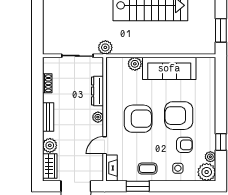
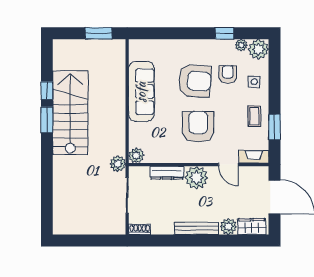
plant: (135, 64) -> (136, 156), moved
shoe rack: (47, 83) -> (140, 229), moved
armchair: (179, 116) -> (195, 81), turned -86
bench: (48, 117) -> (196, 228), width x1.36
plant: (98, 117) -> (196, 178), width x1.87, depth x1.87

